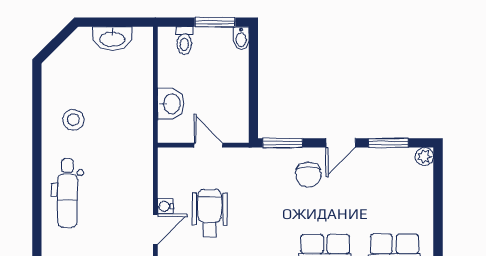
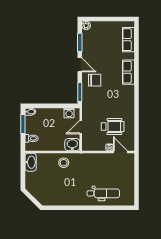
washbasin: (112, 39) -> (31, 162), moved
washbasin: (171, 104) -> (72, 145), moved
stool: (73, 120) -> (64, 163), moved
washing machine: (238, 120) -> (69, 113), added
wheelchair: (210, 213) -> (113, 127), turned 180

